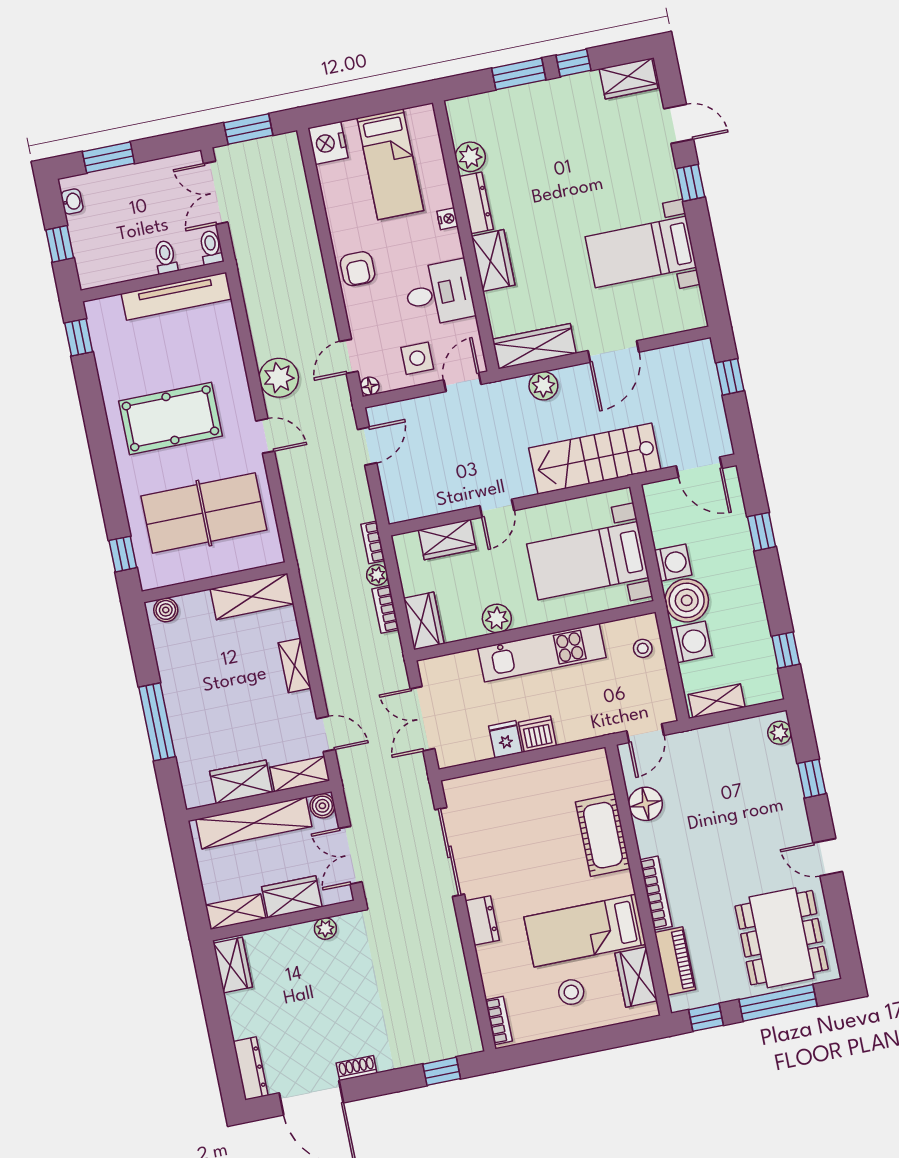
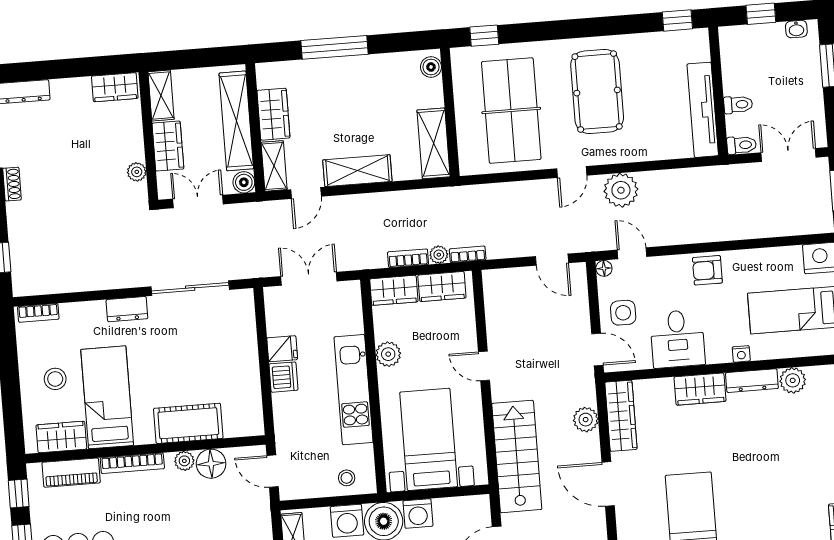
wardrobe: (447, 540) -> (442, 287), moved, turned -90
shelving: (295, 666) -> (357, 171), width x1.50, depth x1.33
plant: (646, 834) -> (184, 461), added

